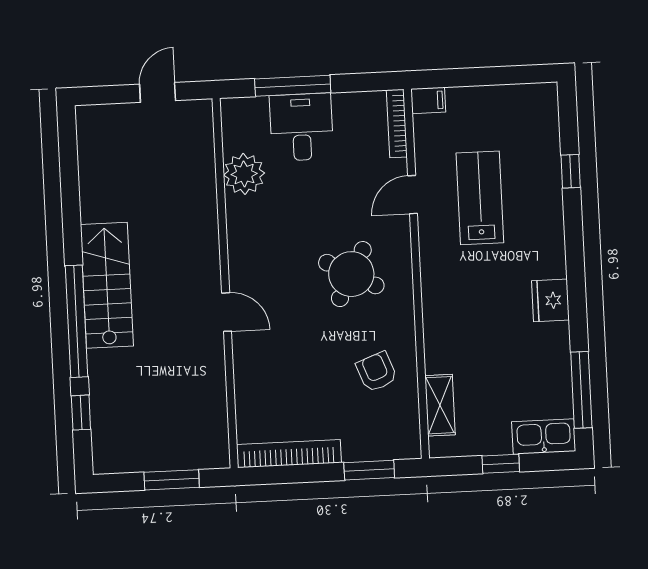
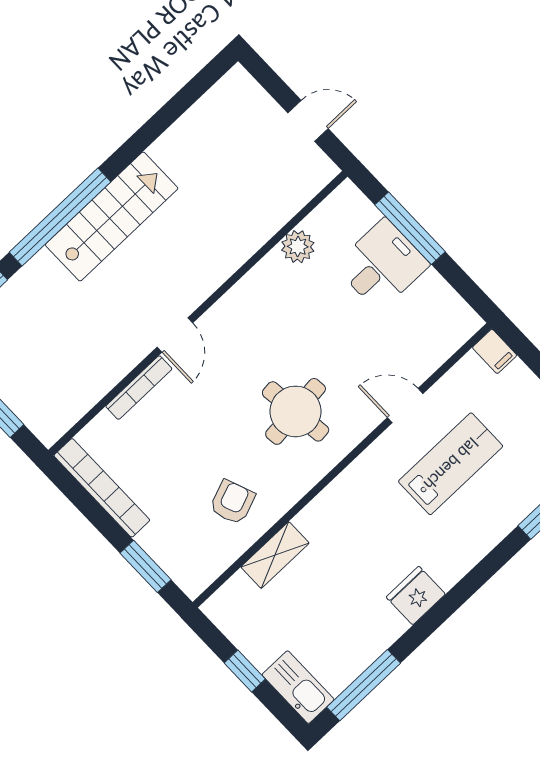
bookcase: (397, 124) -> (139, 388), moved, turned 180
plant: (244, 174) -> (298, 247), width x0.73, depth x0.73
round table: (351, 274) -> (296, 411), turned -34
shelving: (440, 405) -> (275, 555), moved

